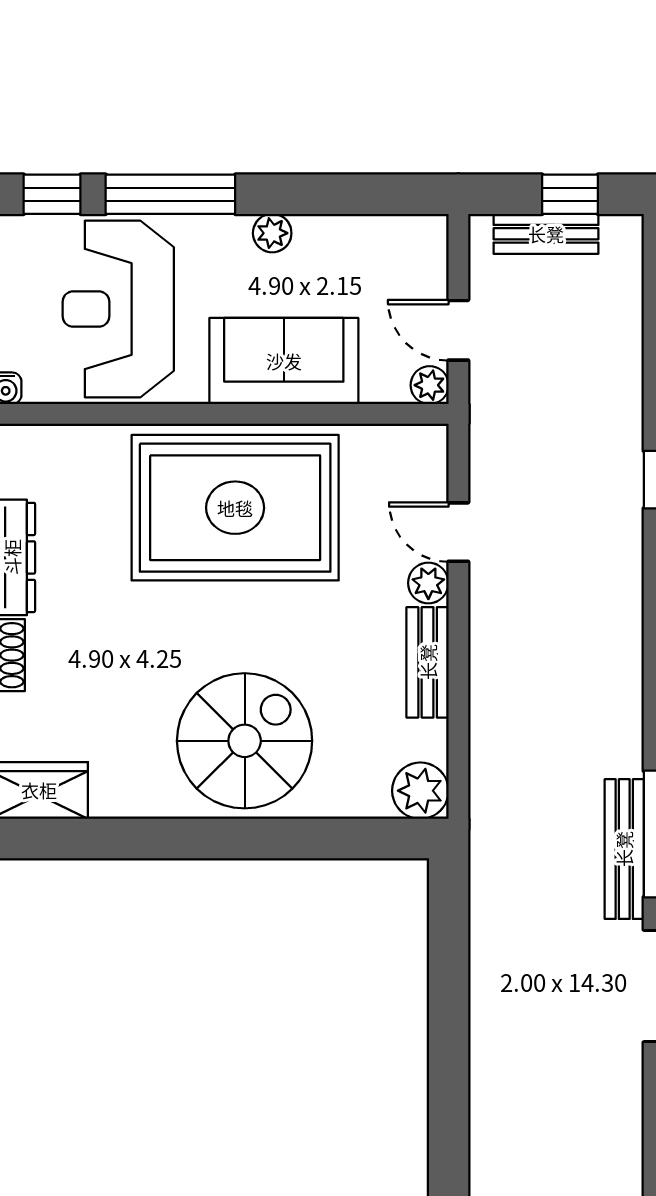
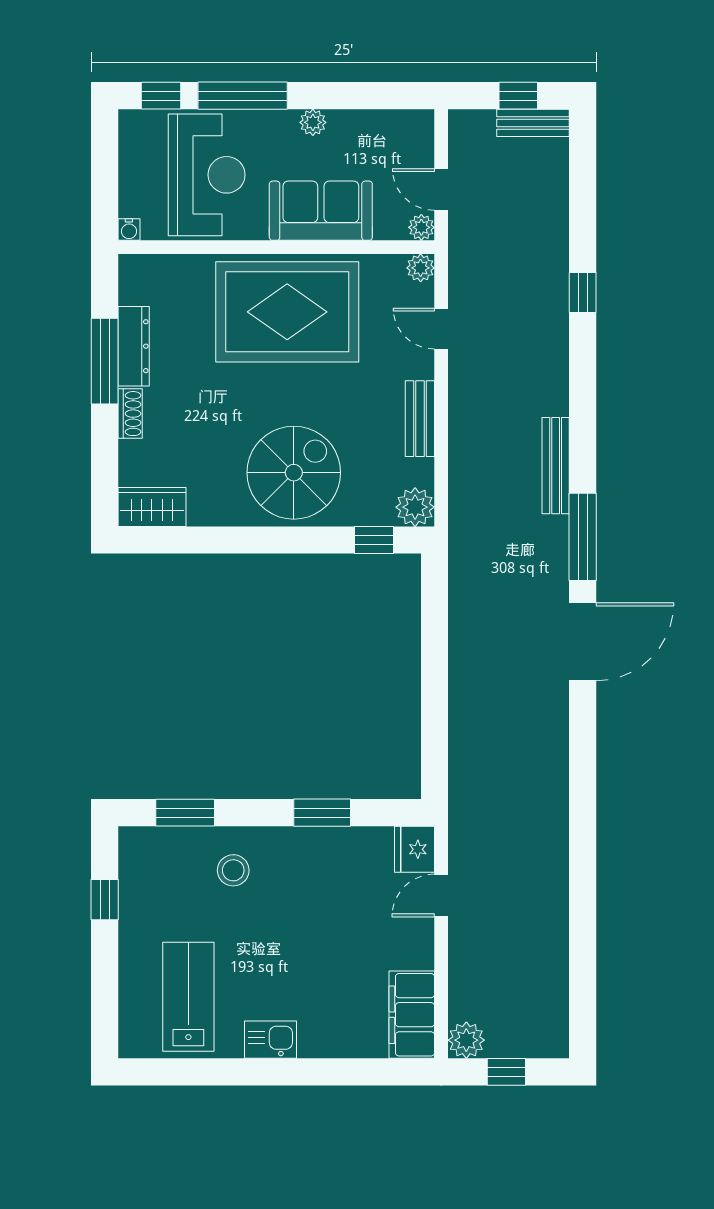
bench: (546, 234) -> (533, 123), moved
reception desk: (118, 309) -> (207, 175), turned 180
plant: (428, 583) -> (421, 268), moved
window: (361, 838) -> (374, 540), added
bench: (624, 849) -> (556, 466), moved

